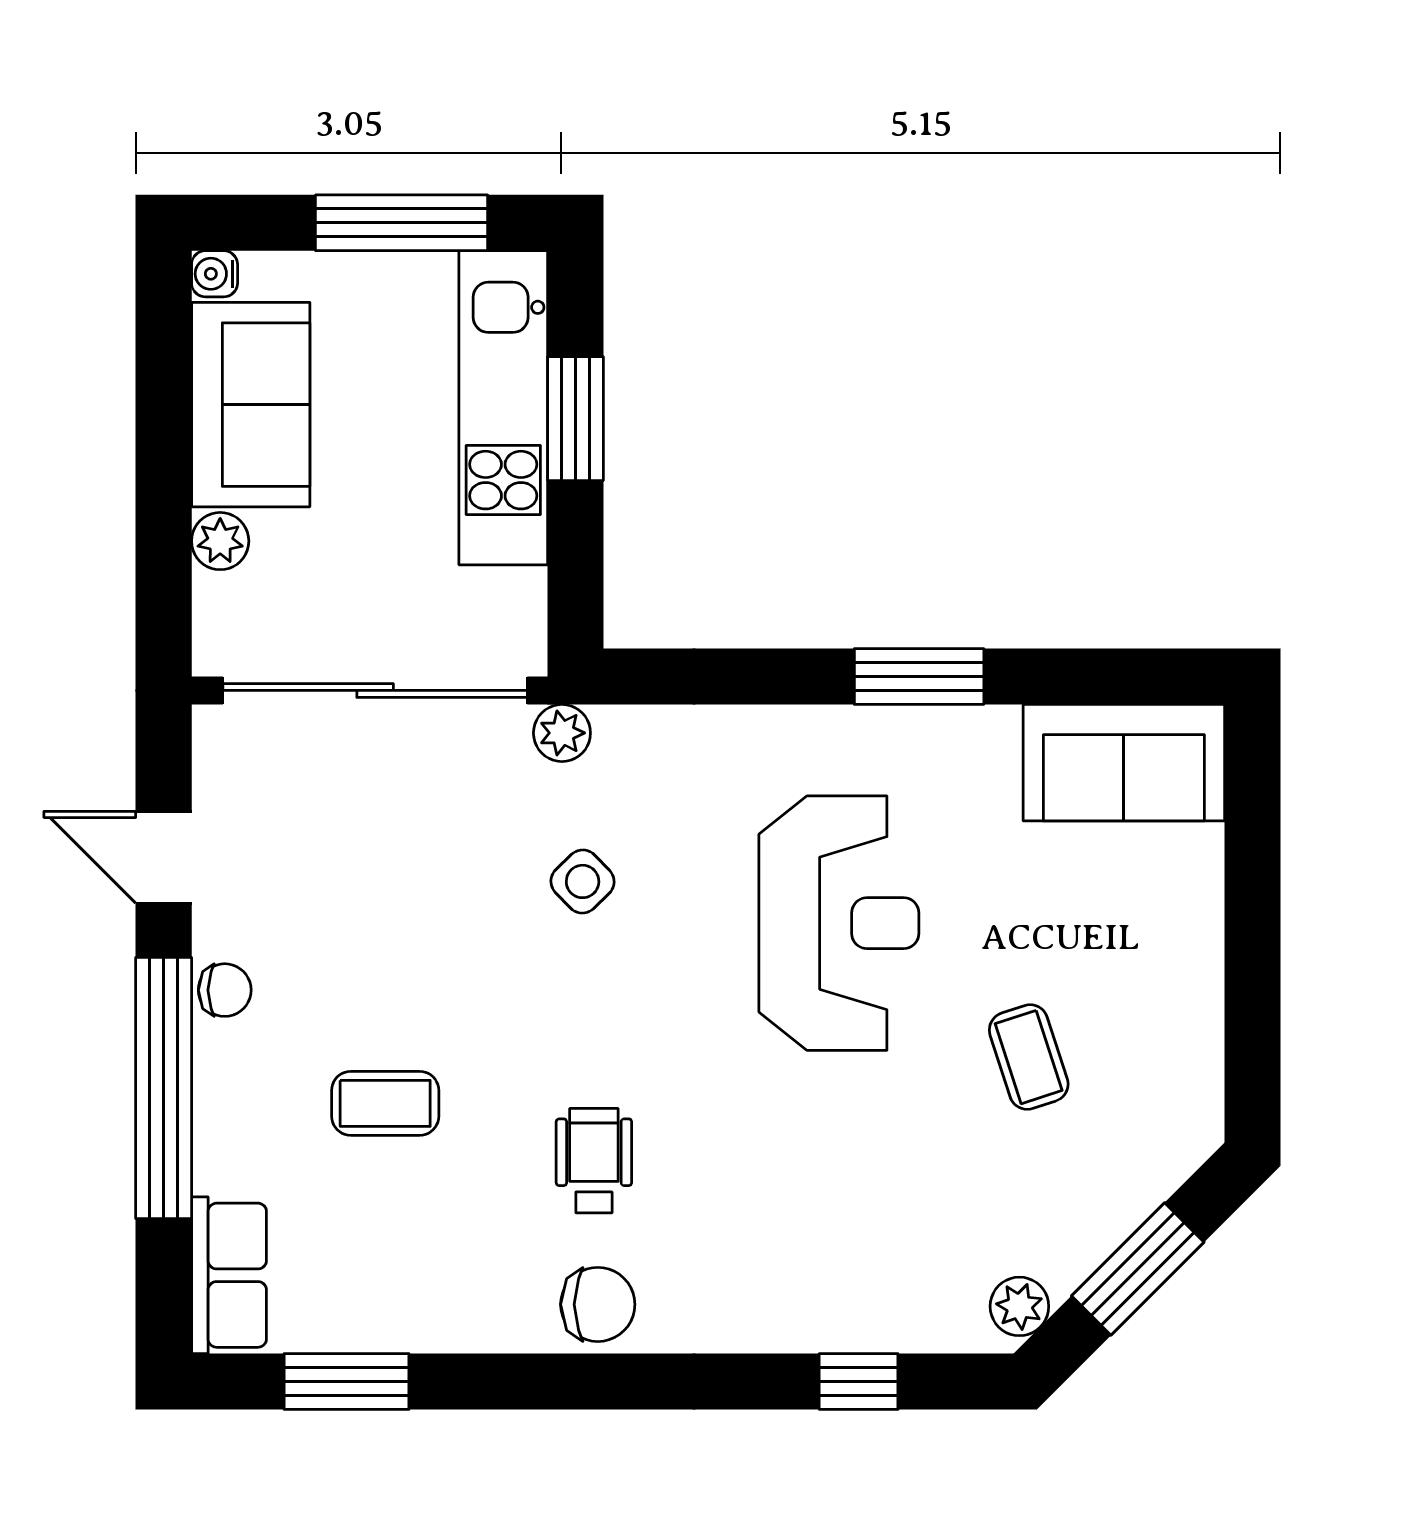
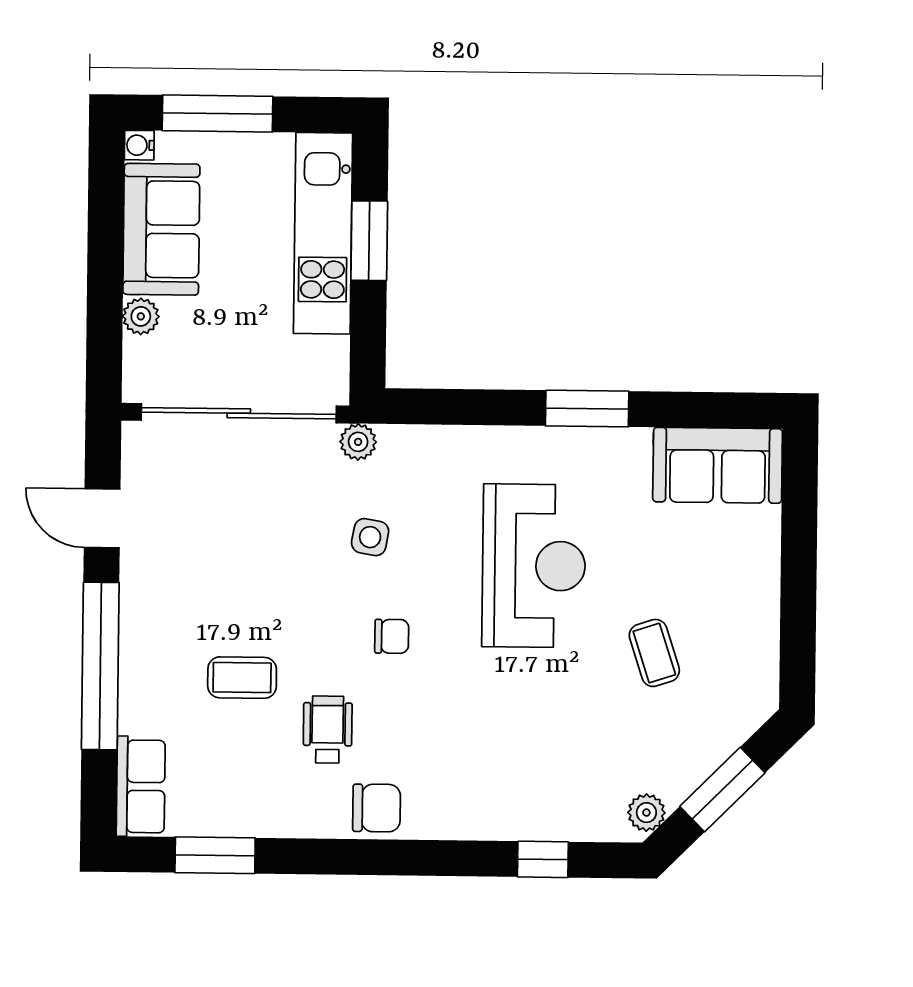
window: (402, 223) -> (218, 114), moved
side table: (583, 881) -> (370, 537), turned -36
chair: (225, 990) -> (392, 636), moved
wheelchair: (594, 1161) -> (328, 730), moved

